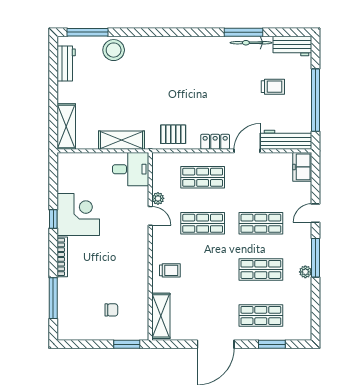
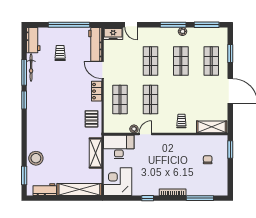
window: (88, 32) -> (24, 175), width x0.69
window: (202, 32) -> (24, 100), added
shelving: (66, 126) -> (79, 190), width x1.47
desk: (131, 169) -> (119, 147), width x1.37
door: (316, 213) -> (131, 25), moved
corner desk: (78, 215) -> (118, 182), moved
window: (316, 308) -> (207, 25), added

